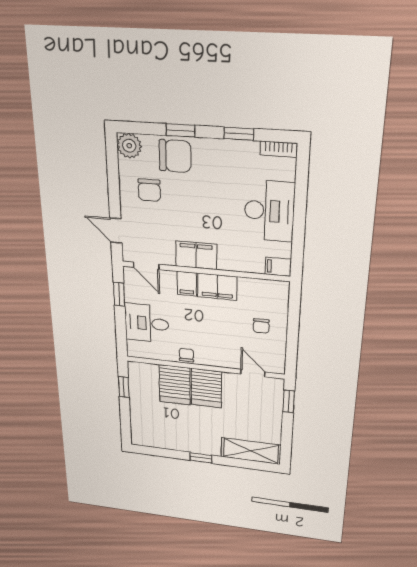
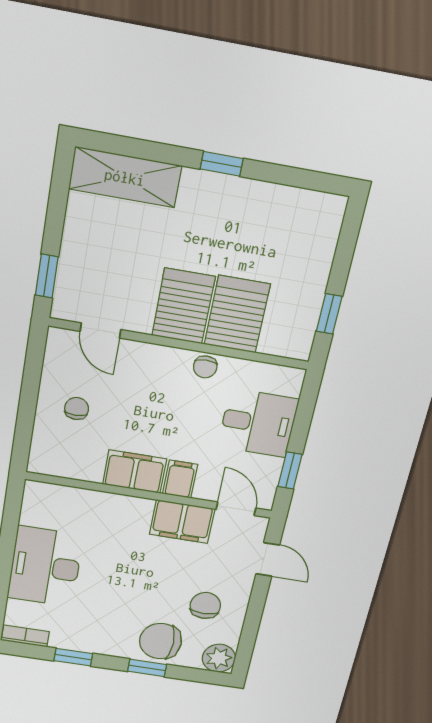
filing cabinet: (196, 255) -> (182, 522), moved
filing cabinet: (278, 267) -> (41, 494), removed

